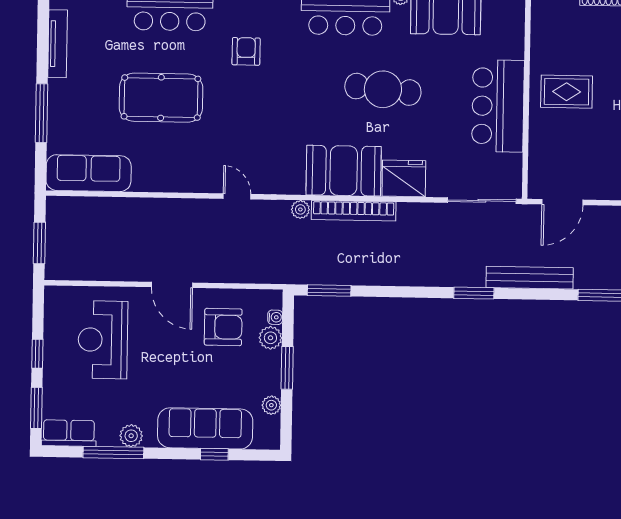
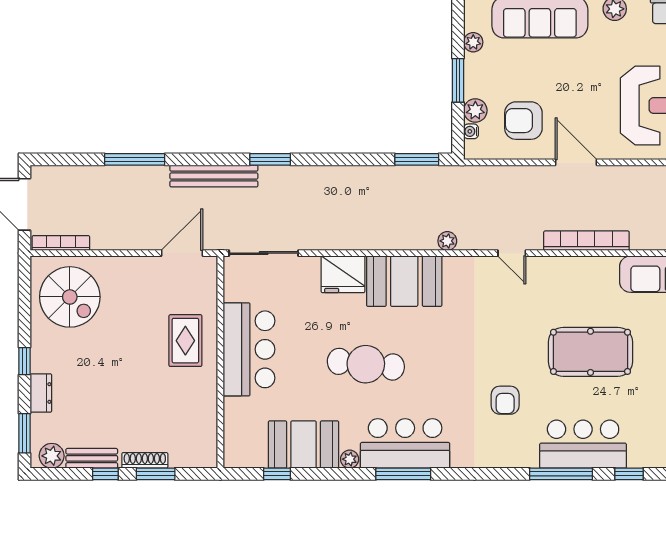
rug: (567, 92) -> (185, 341), moved, turned 90
bookcase: (354, 211) -> (586, 241), moved

